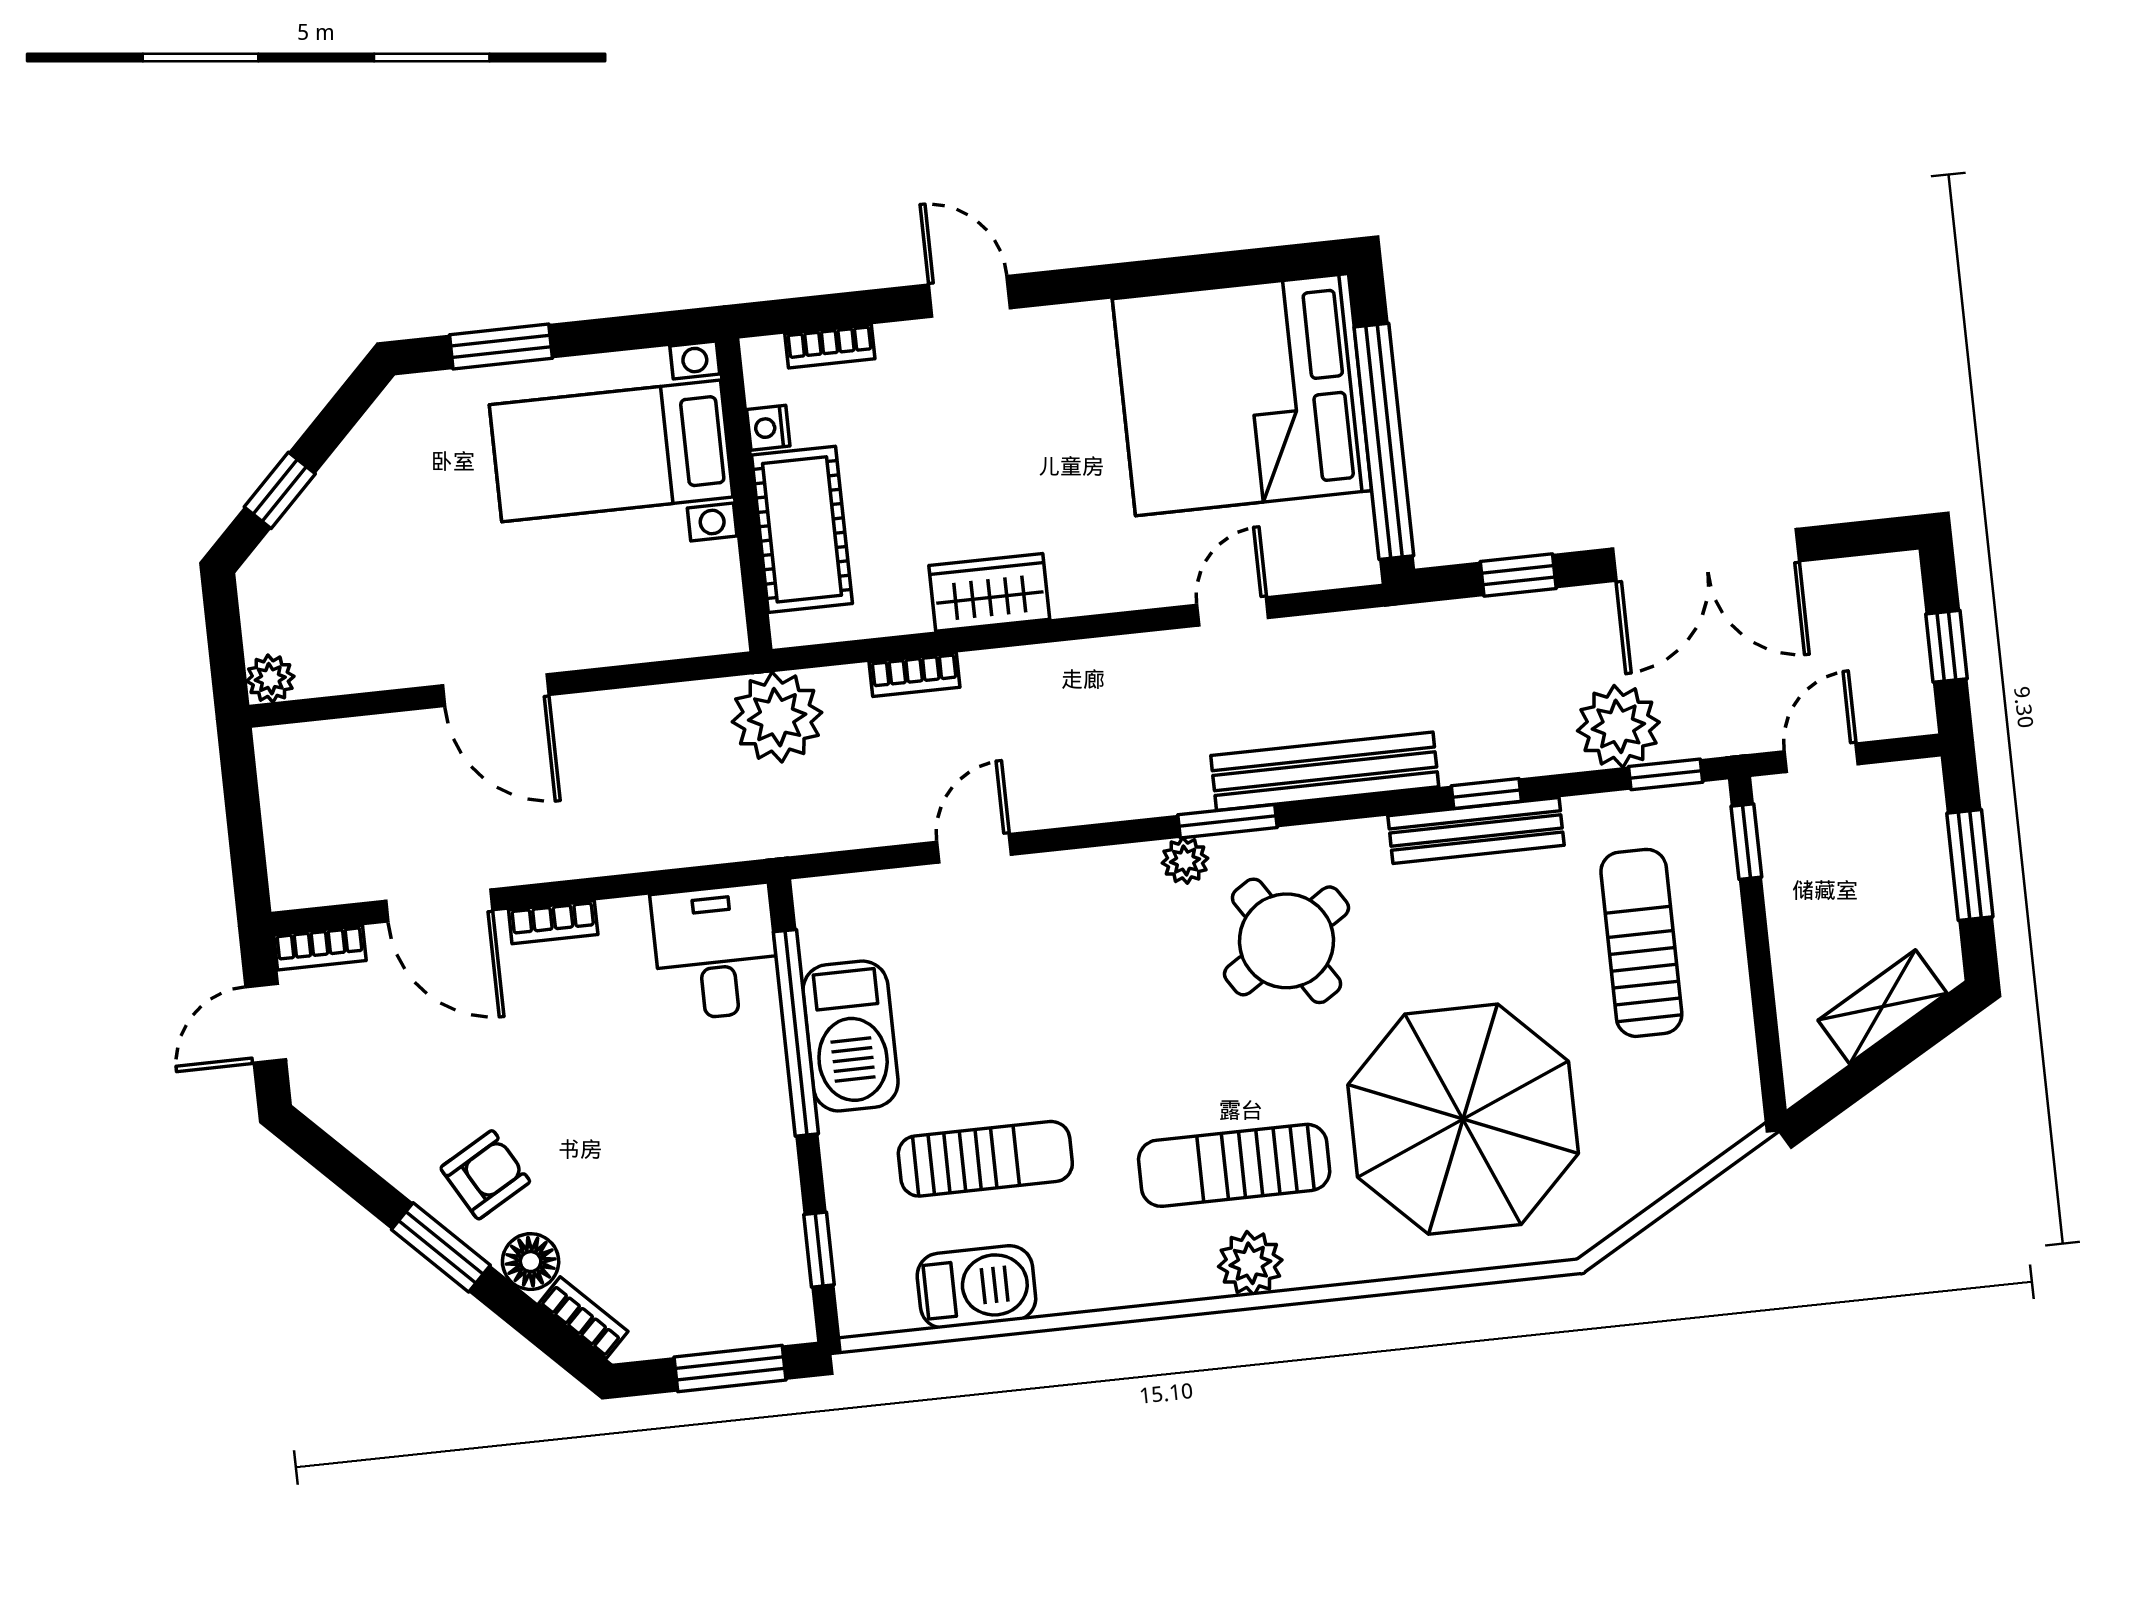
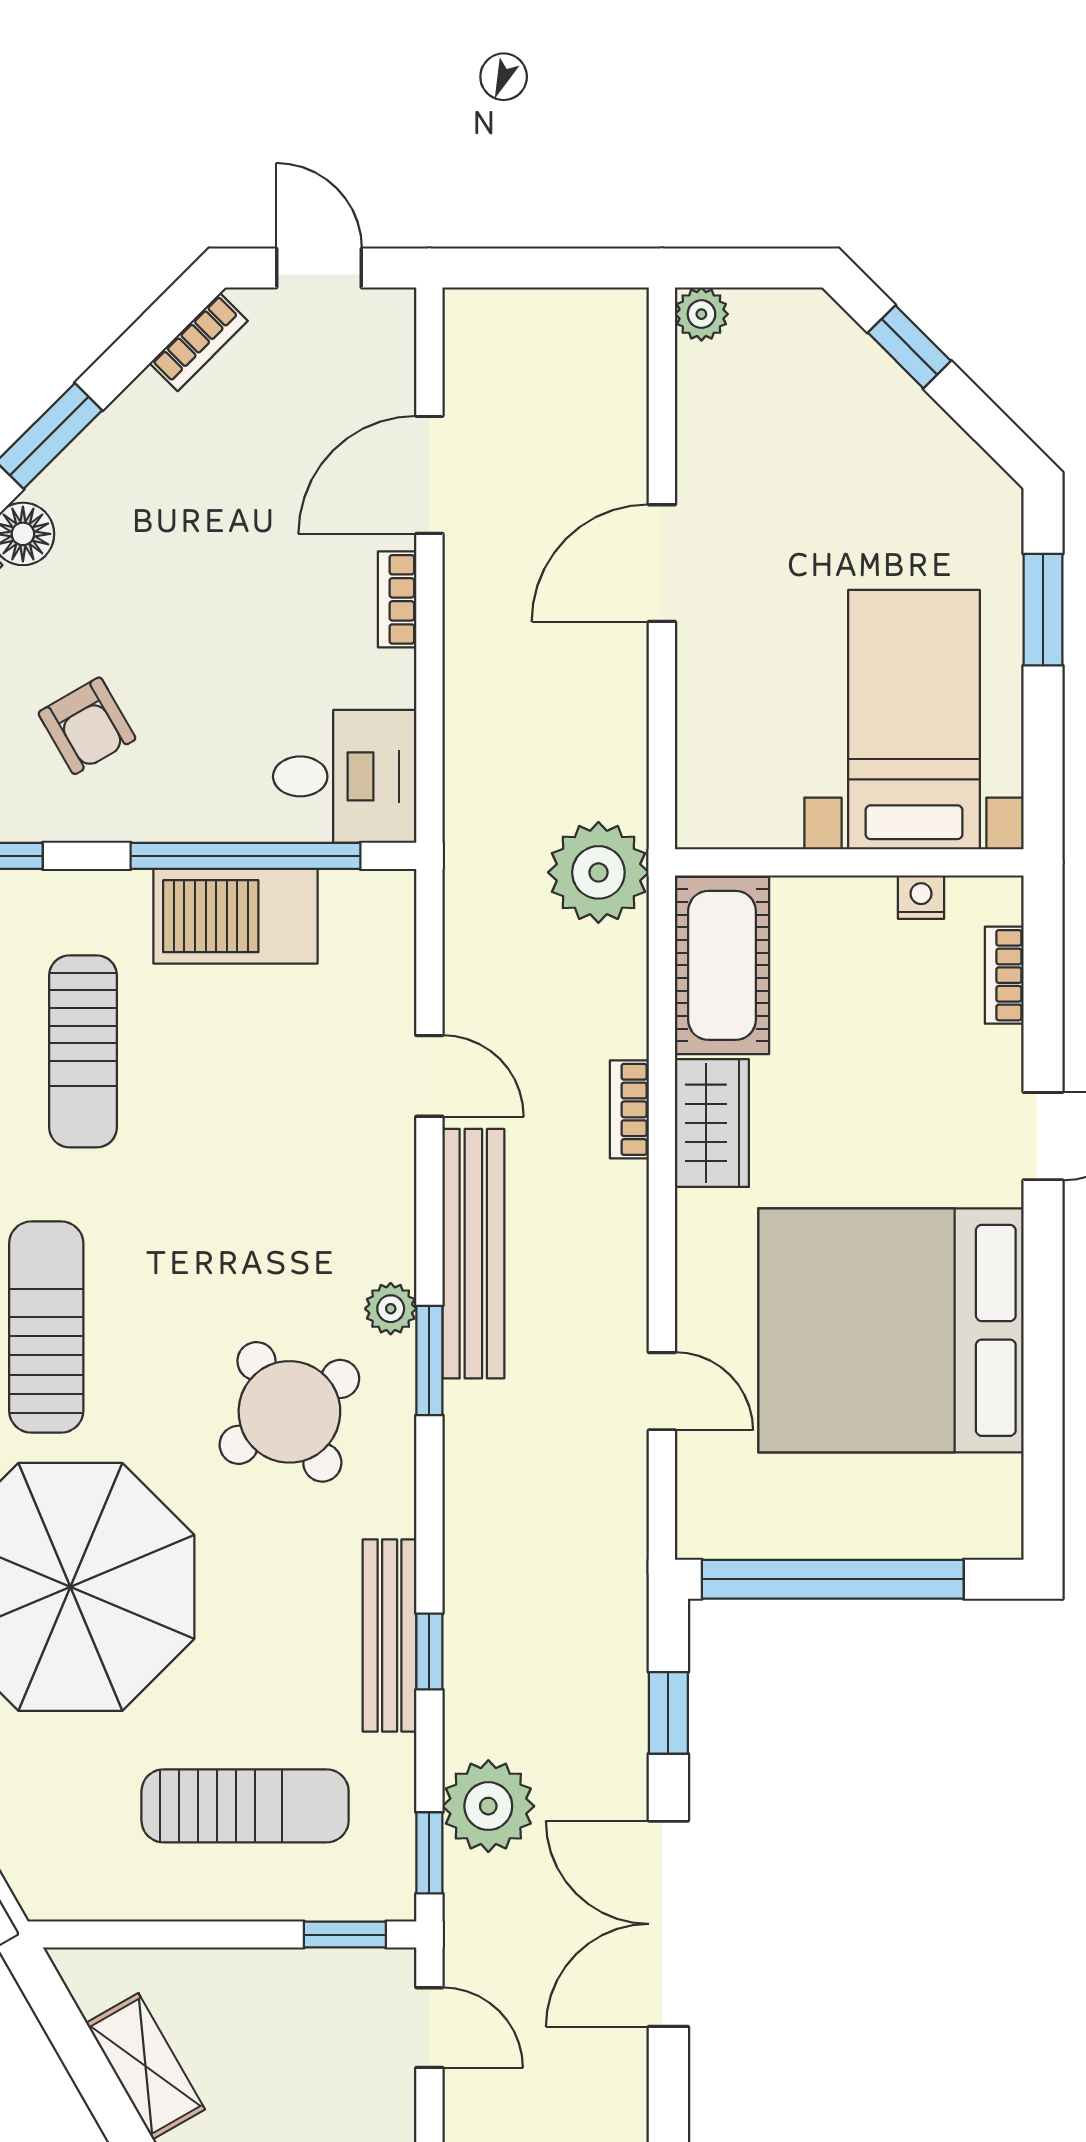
bed: (1242, 395) -> (891, 1330), moved, turned -90
cot: (802, 529) -> (722, 965), moved, turned 90
bookcase: (914, 675) -> (629, 1109), moved
bench: (1325, 771) -> (473, 1254), moved
bookcase: (320, 948) -> (199, 342), moved, turned -135
armchair: (485, 1175) -> (87, 726), moved

